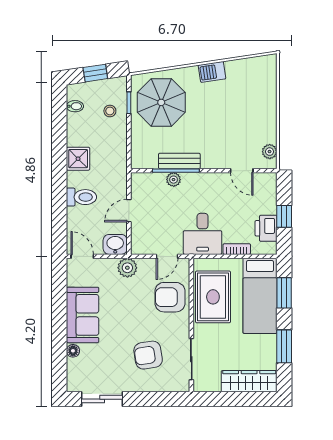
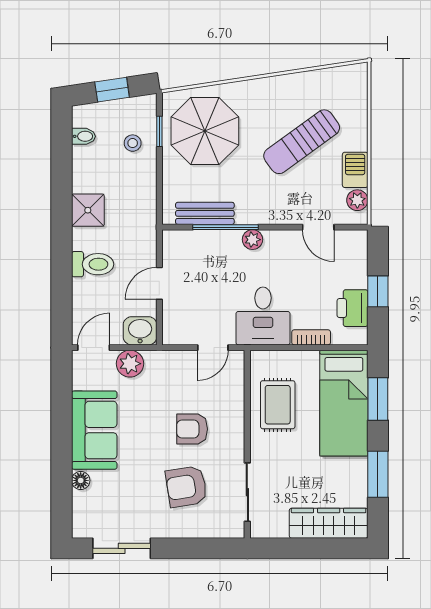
barbecue: (212, 72) -> (355, 170), moved, turned 98
sun lounger: (230, 110) -> (302, 142), added
bench: (179, 161) -> (205, 213), moved
plant: (174, 180) -> (252, 240), moved
door: (82, 256) -> (94, 348), hinge flipped
plant: (127, 268) -> (130, 364), moved
armchair: (170, 297) -> (192, 429), moved, width x0.72, depth x0.72
rug: (213, 297) -> (278, 405), width x0.73, depth x0.70

